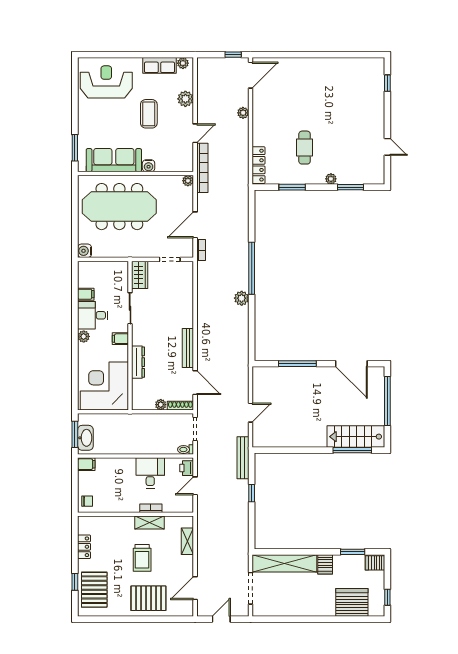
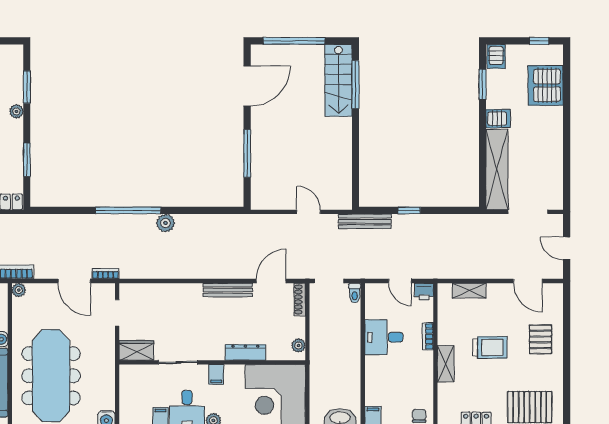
plant: (161, 405) -> (298, 345), moved
printer: (187, 468) -> (424, 292), moved
shelving: (150, 522) -> (446, 364), moved
pallet: (148, 598) -> (540, 339), width x0.67, depth x0.71

